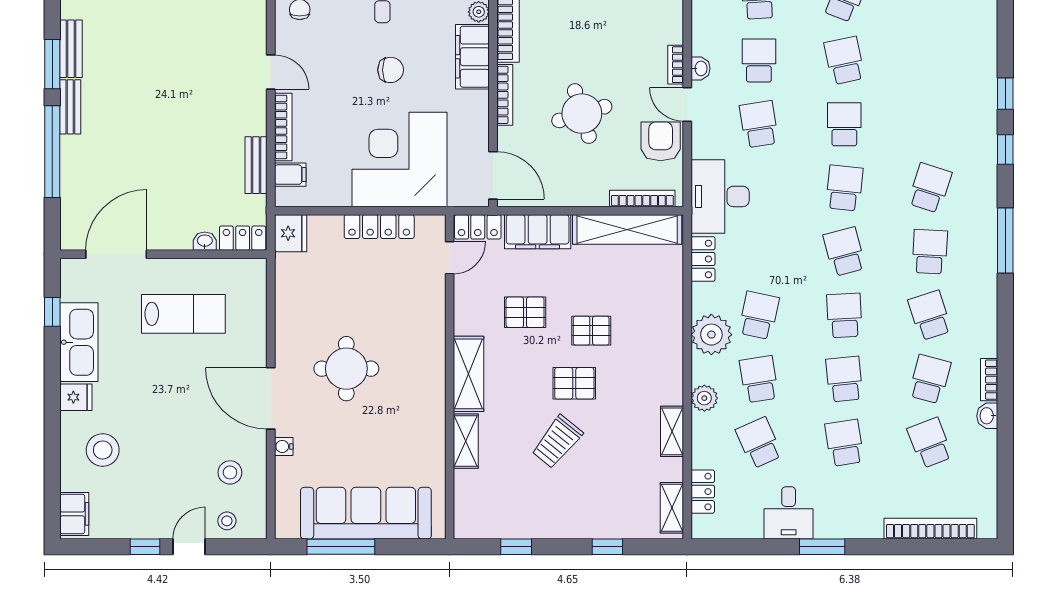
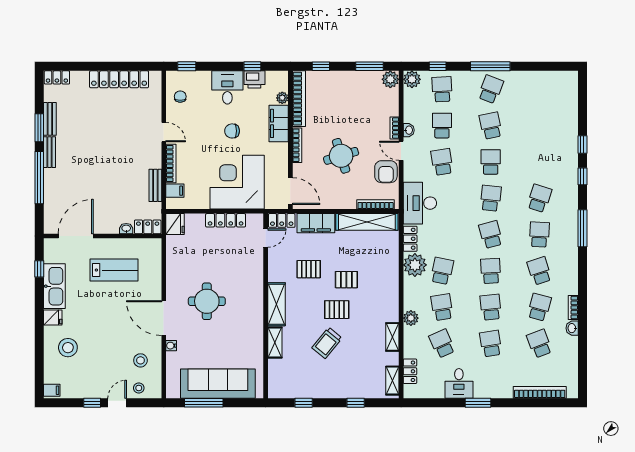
chair: (391, 70) -> (232, 131), turned 180
armchair: (661, 141) -> (386, 172), turned 180
plant: (711, 335) -> (415, 265), moved
filing cabinet: (74, 514) -> (52, 390), width x0.50

